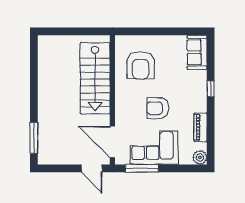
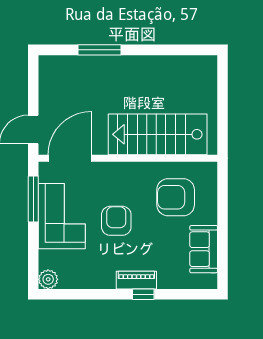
sofa: (197, 52) -> (204, 249), moved, turned -90
piano: (201, 127) -> (136, 280), moved
window: (34, 138) -> (100, 50), moved

